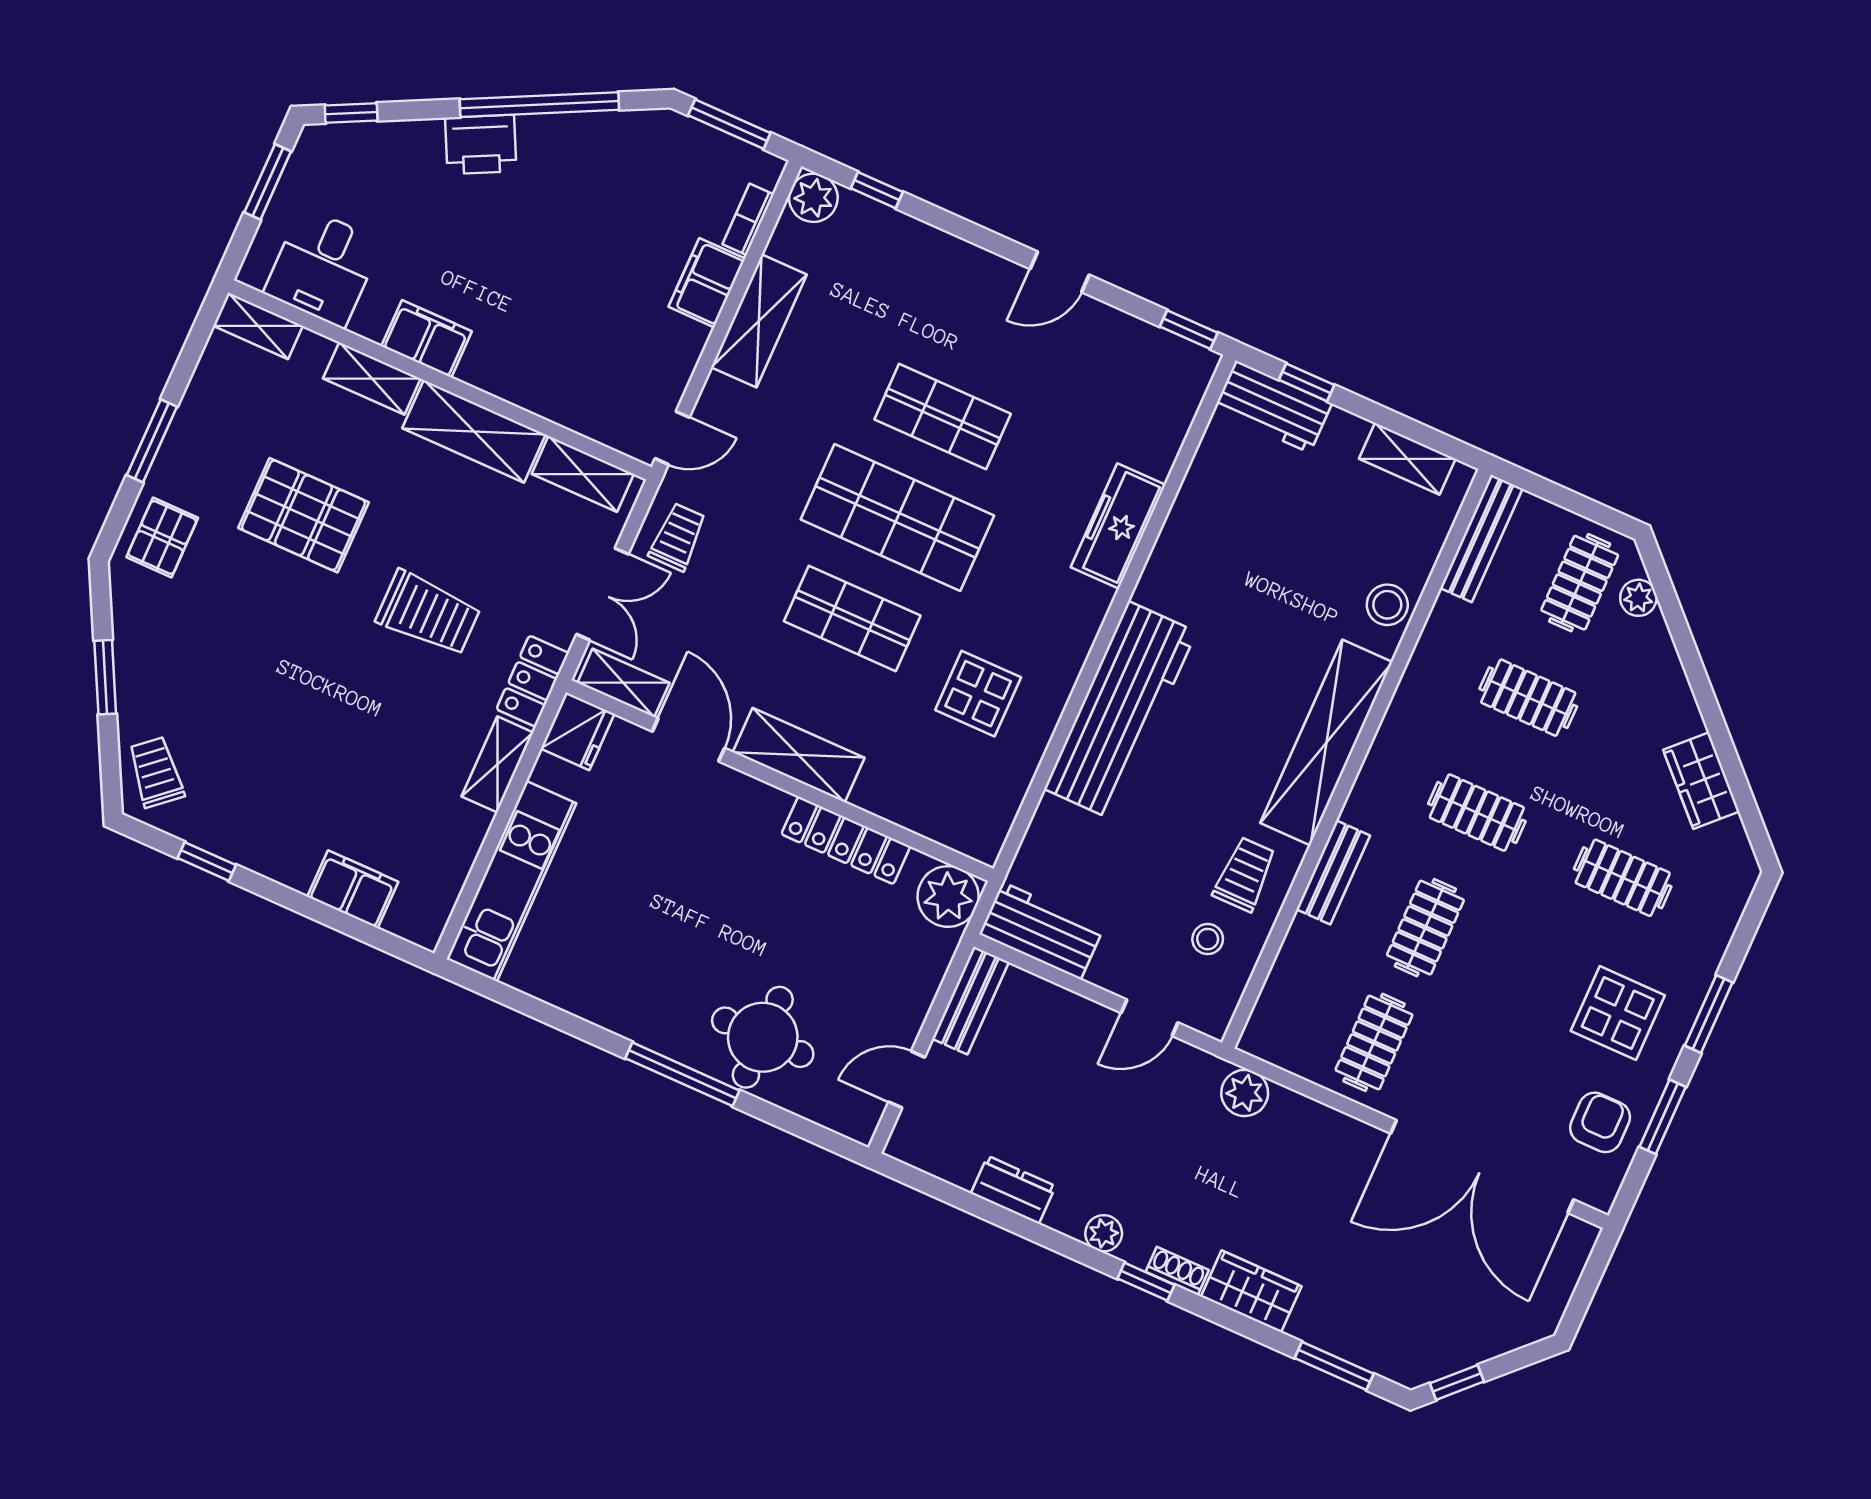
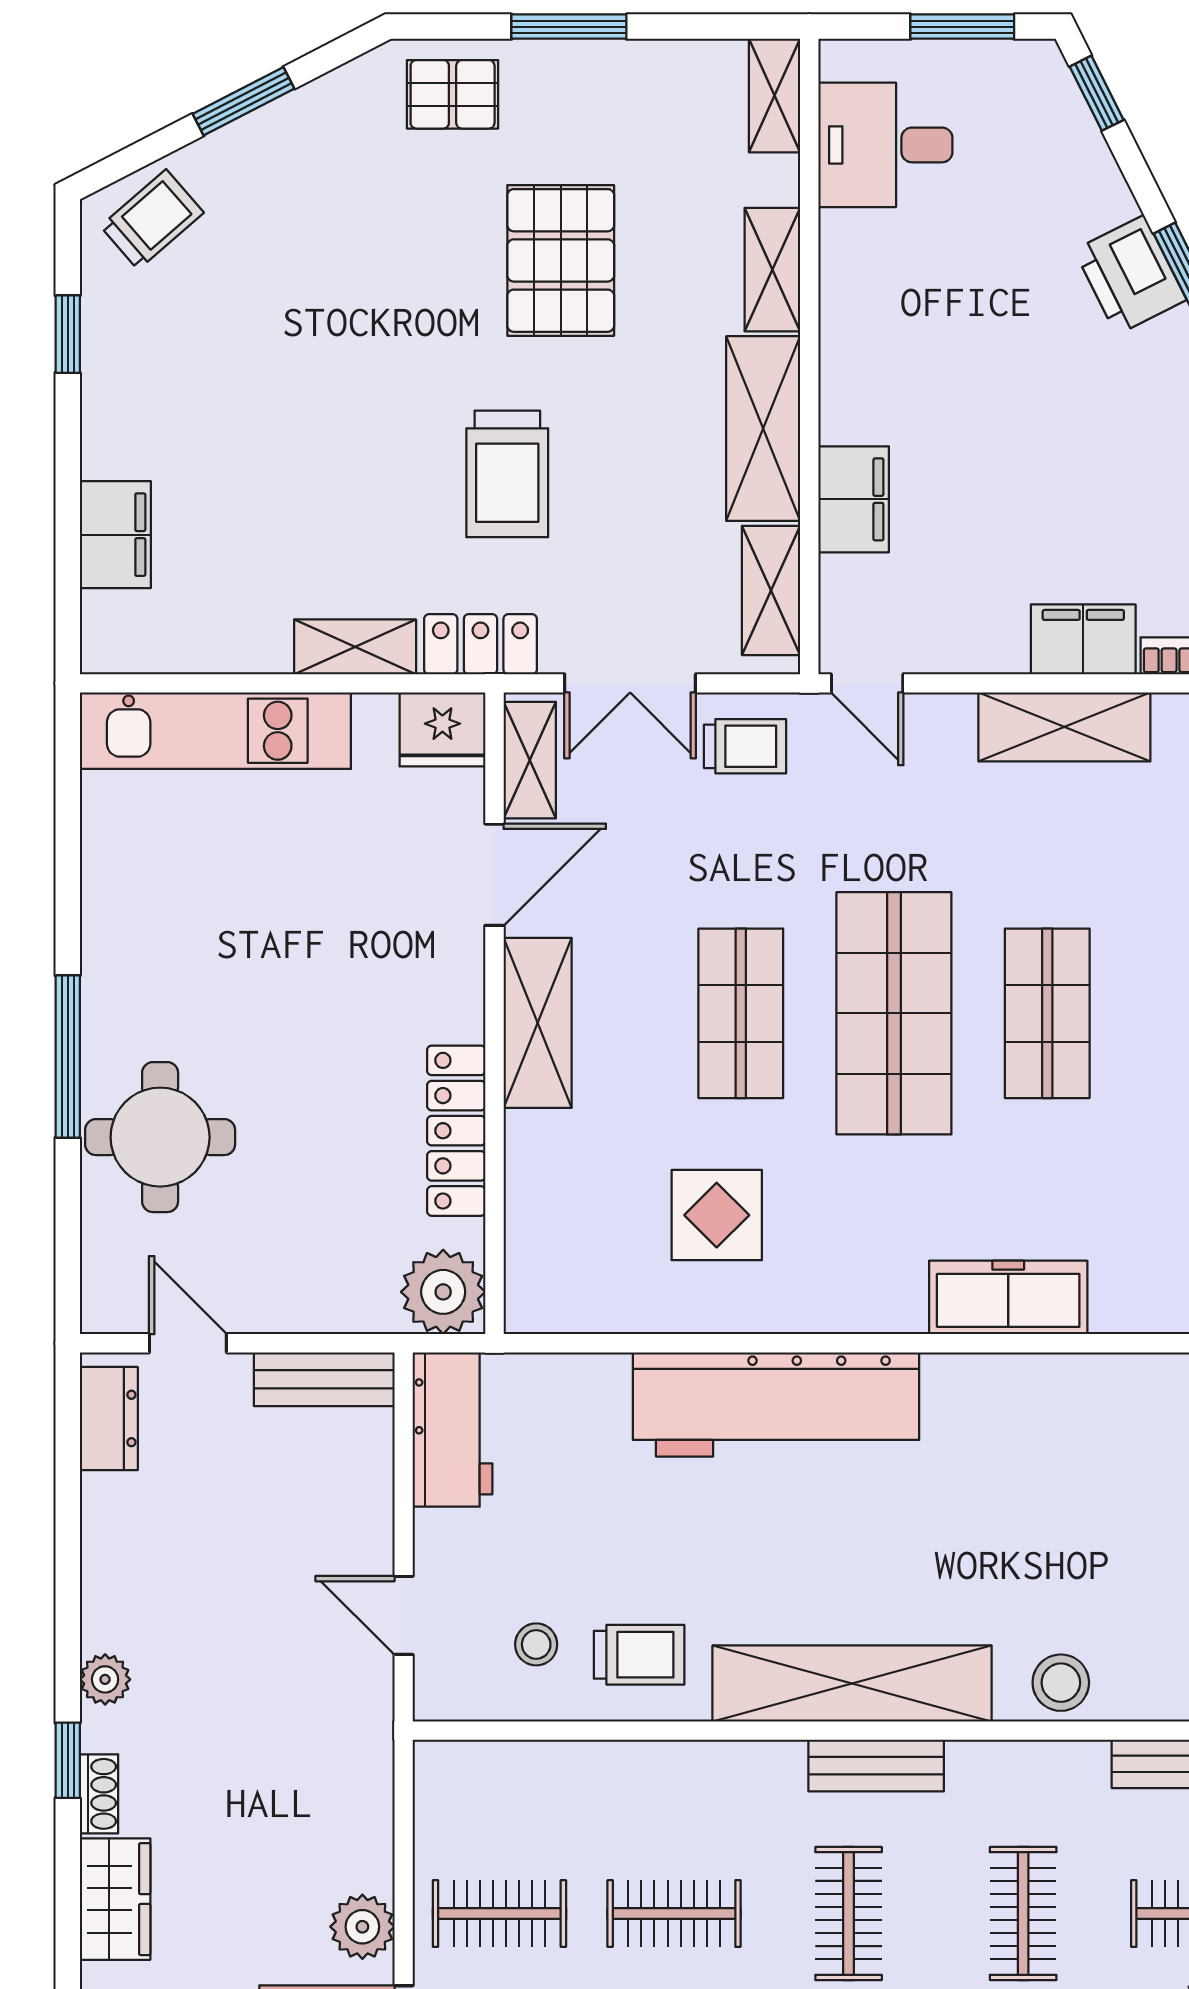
filing cabinet: (427, 339) -> (854, 499), moved
bench: (1333, 872) -> (876, 1766), moved
plant: (1245, 1093) -> (362, 1927), moved
dresser: (1013, 1190) -> (109, 1418), moved

